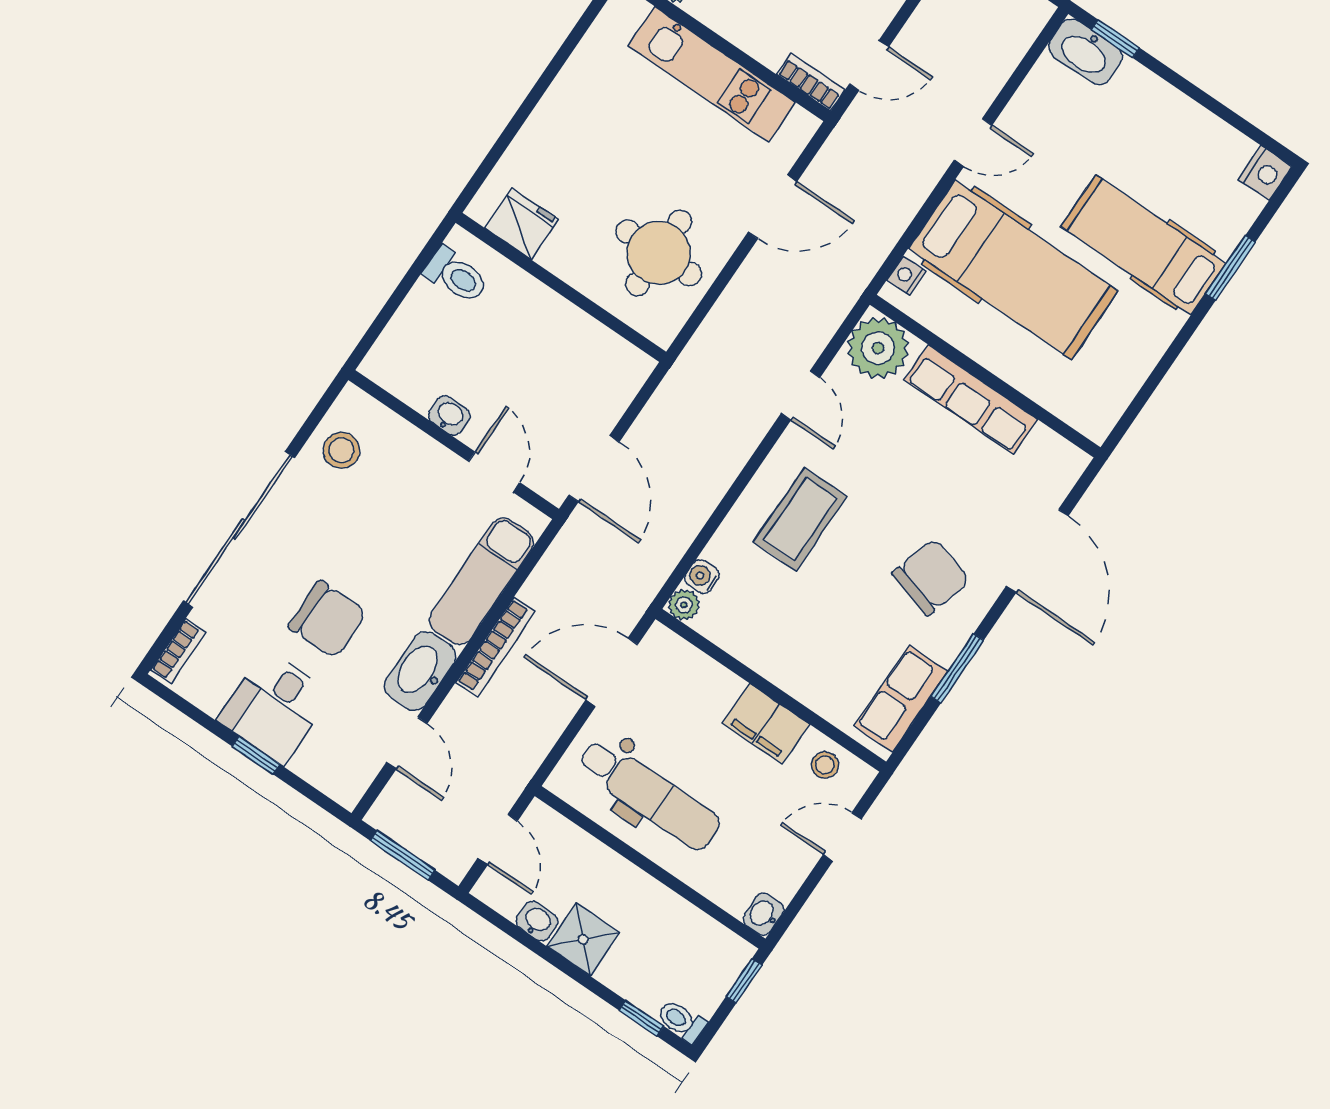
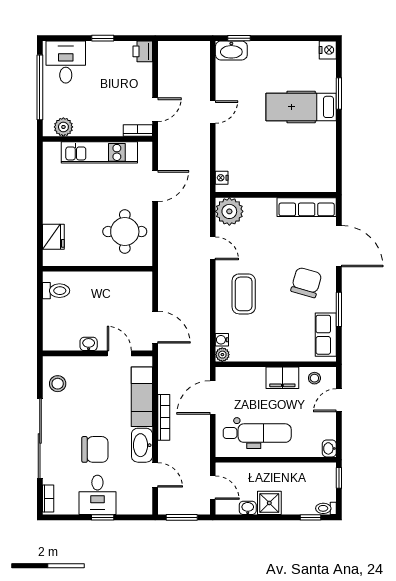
fridge: (522, 224) -> (53, 237), moved, turned 90
hospital bed: (1013, 270) -> (259, 149), removed
row of seats: (971, 400) -> (307, 207), moved

